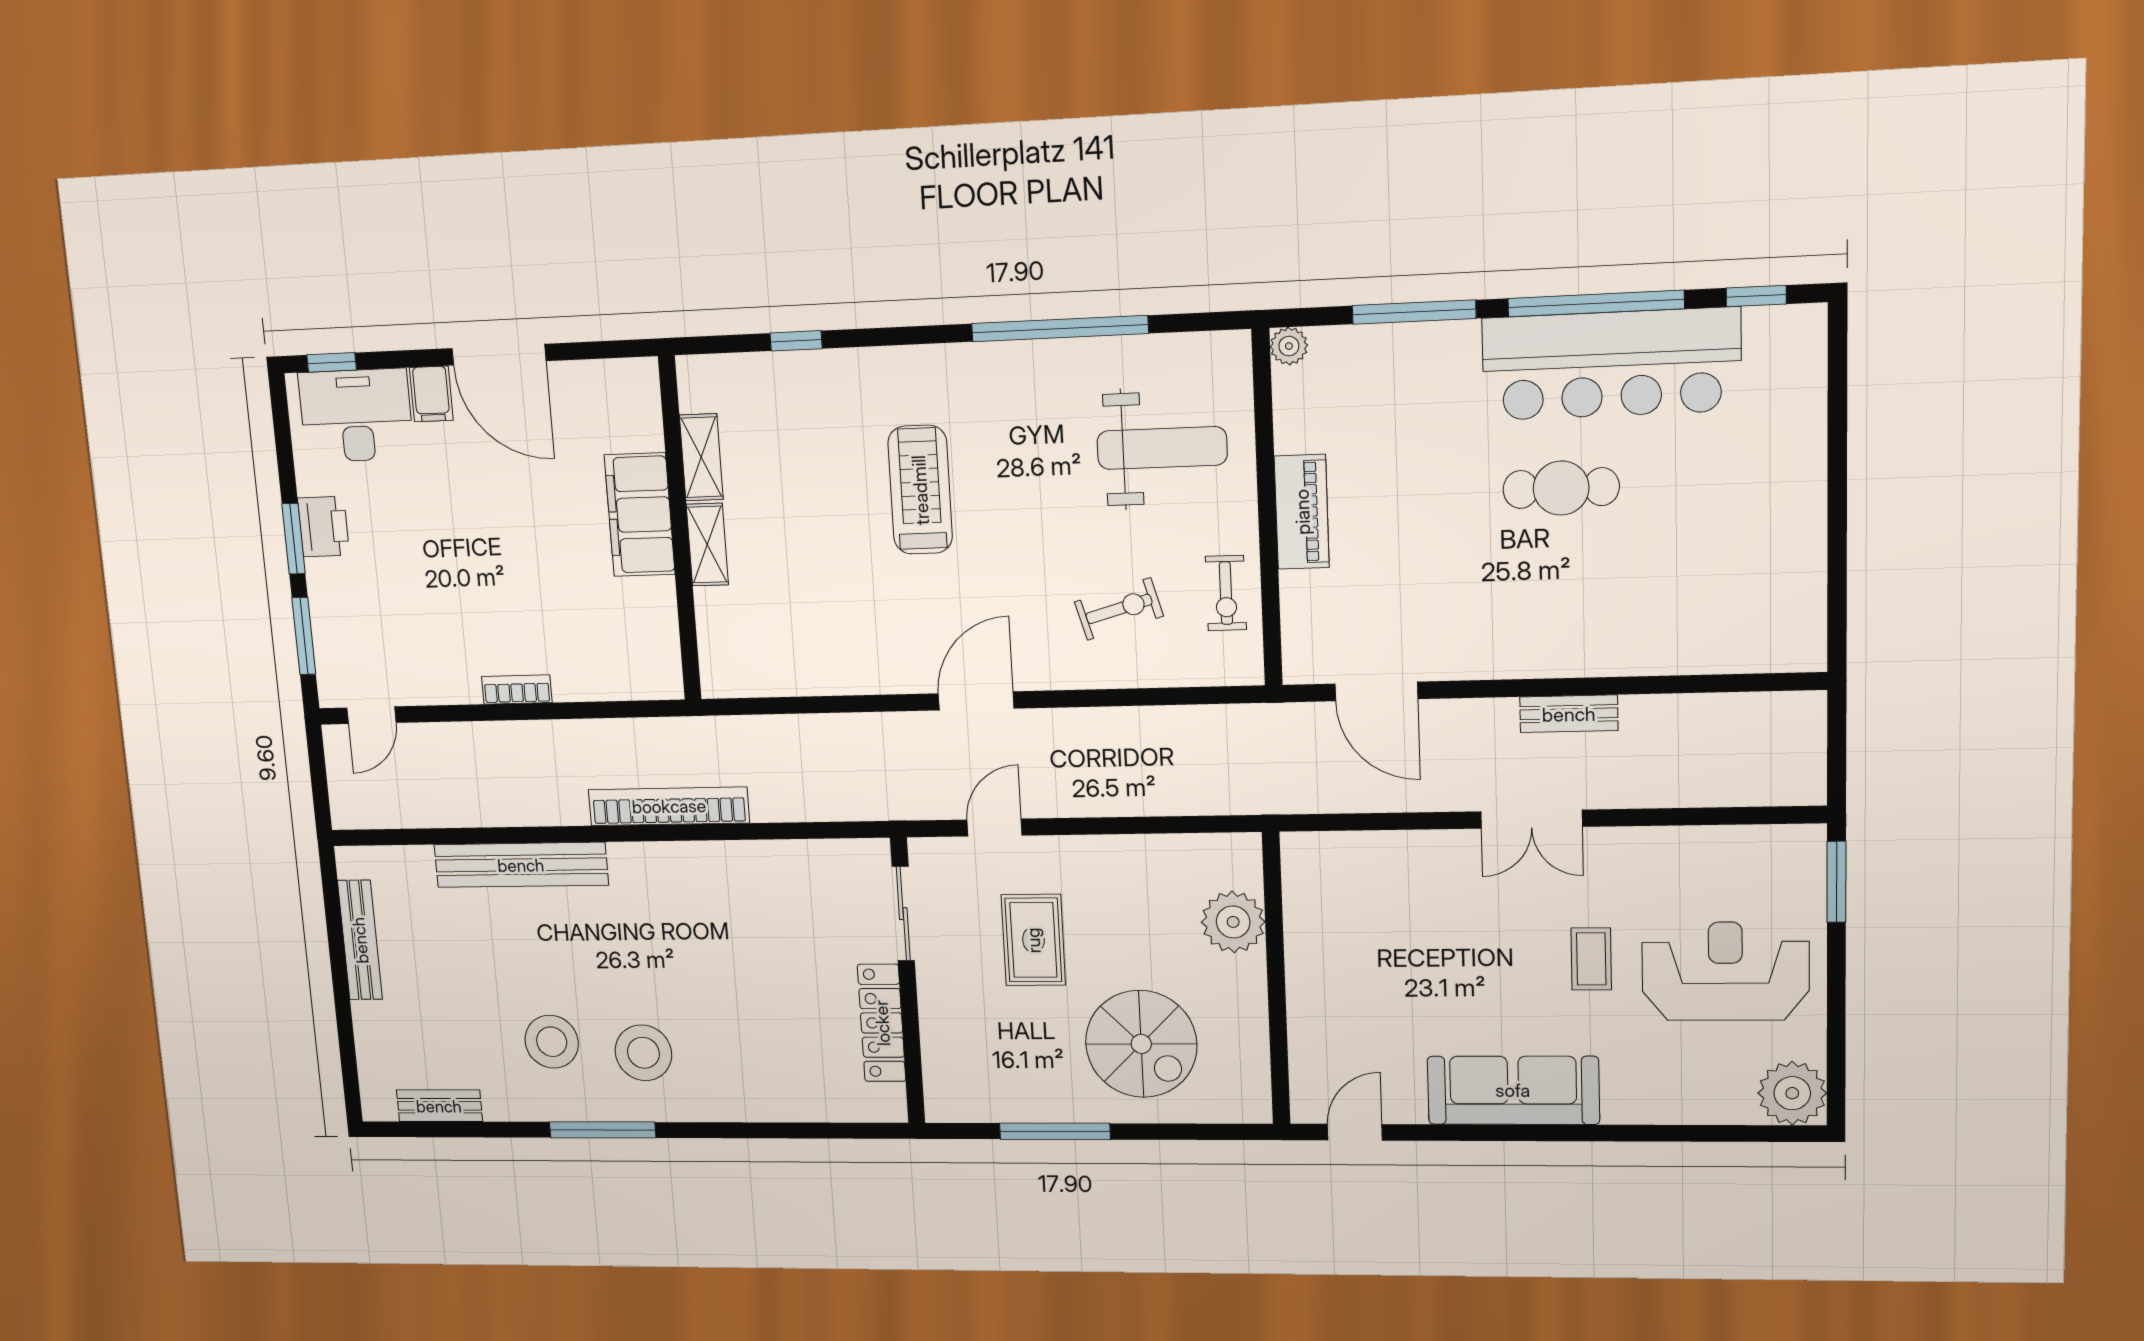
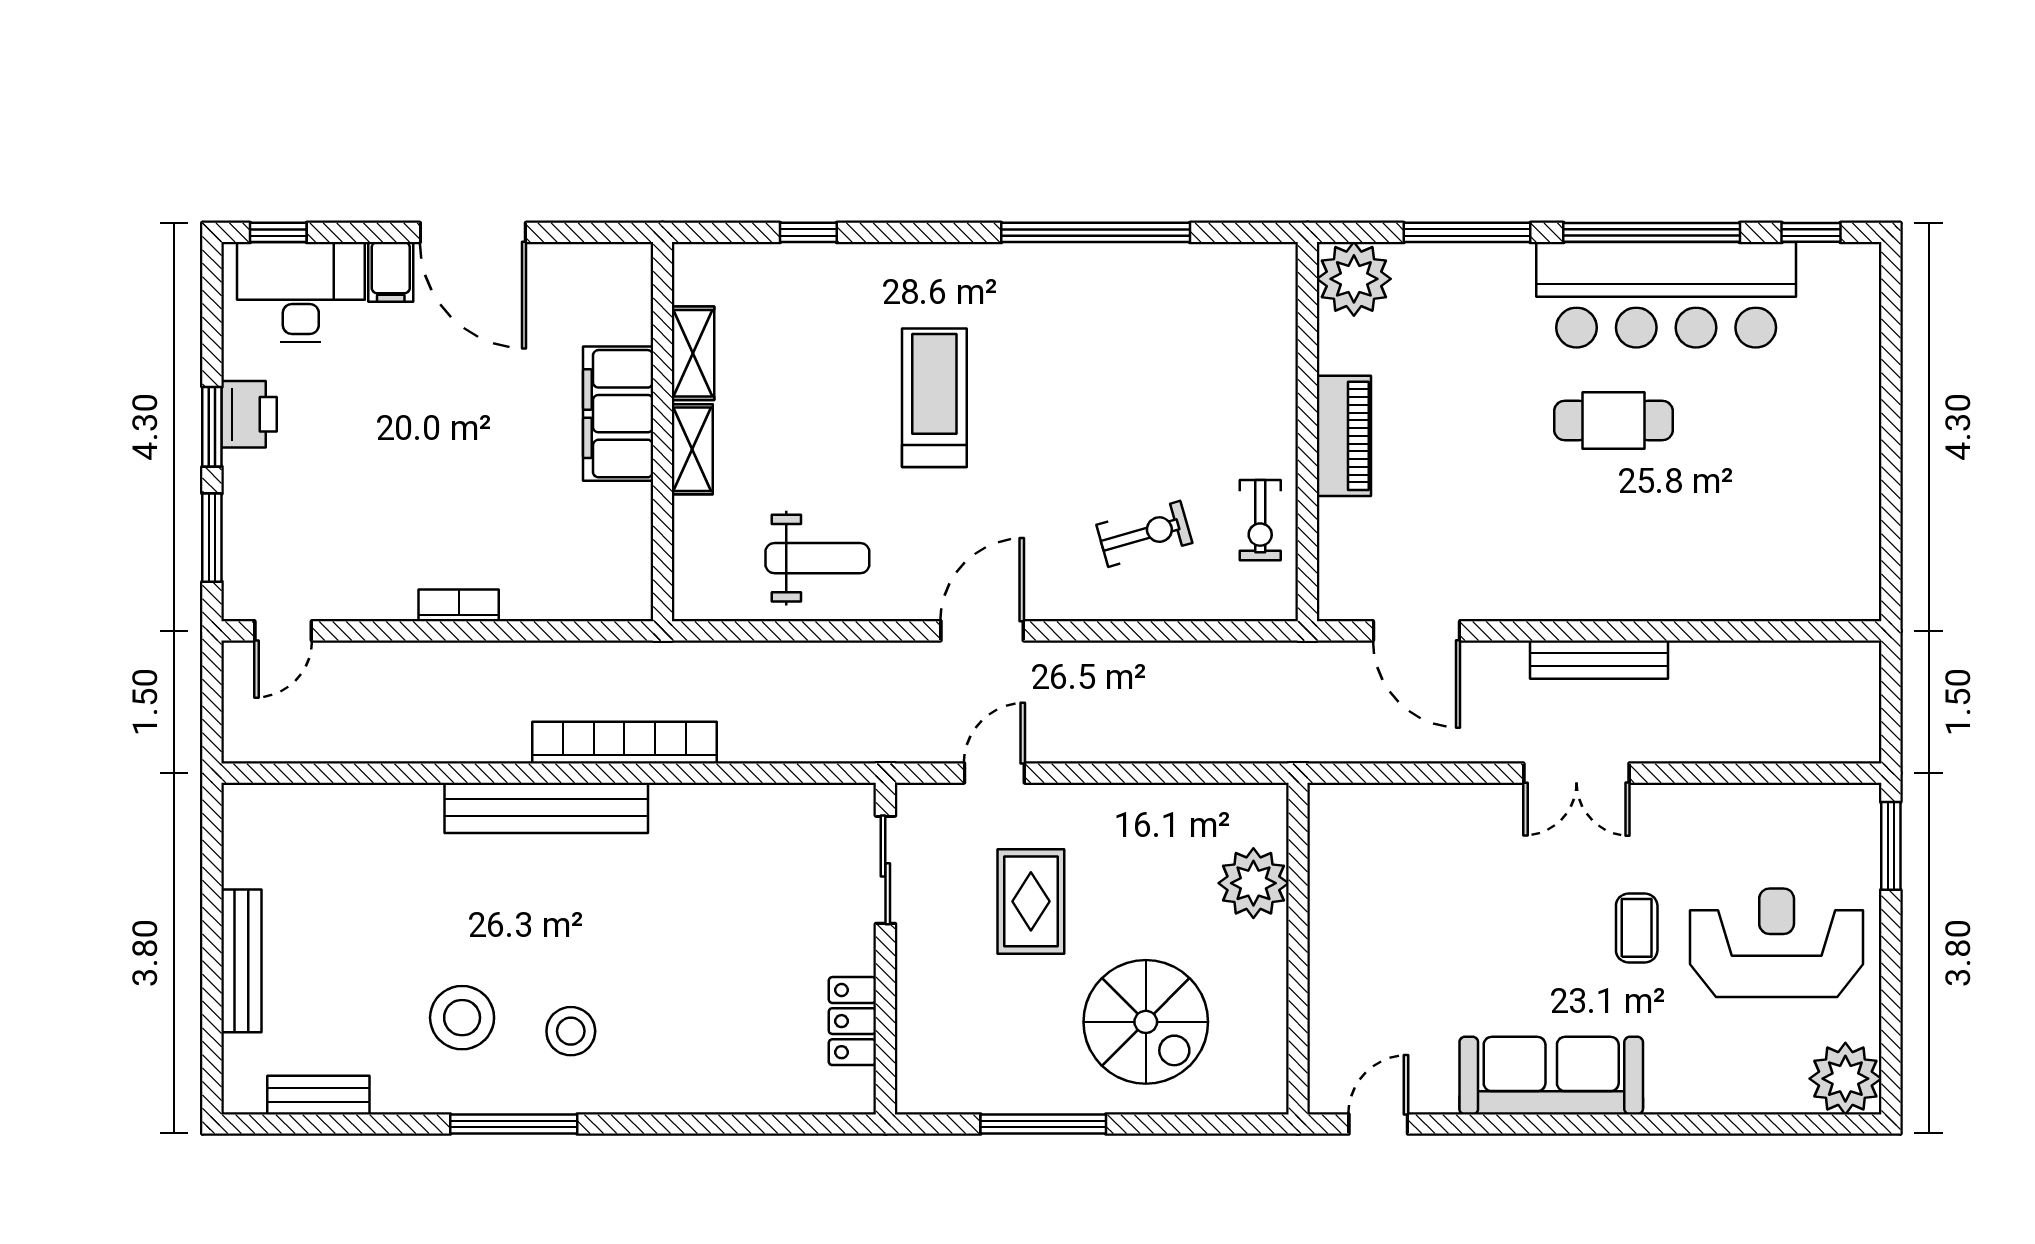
plant: (1289, 346) -> (1354, 279), width x1.88, depth x1.88
weight bench: (1162, 448) -> (817, 558), moved, width x0.73, depth x0.75
bench: (1569, 714) -> (1599, 660), width x1.36
bench: (521, 865) -> (546, 808), moved
bench: (360, 940) -> (241, 961), moved
locker: (882, 1023) -> (852, 1021), width x0.66
stool: (643, 1053) -> (571, 1031), width x0.73, depth x0.73

